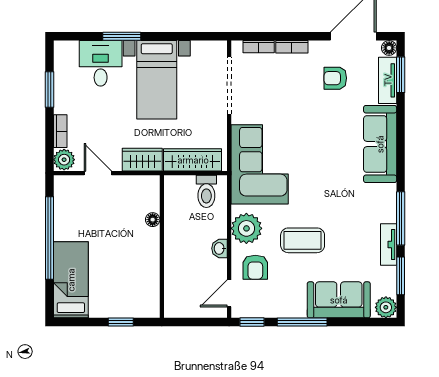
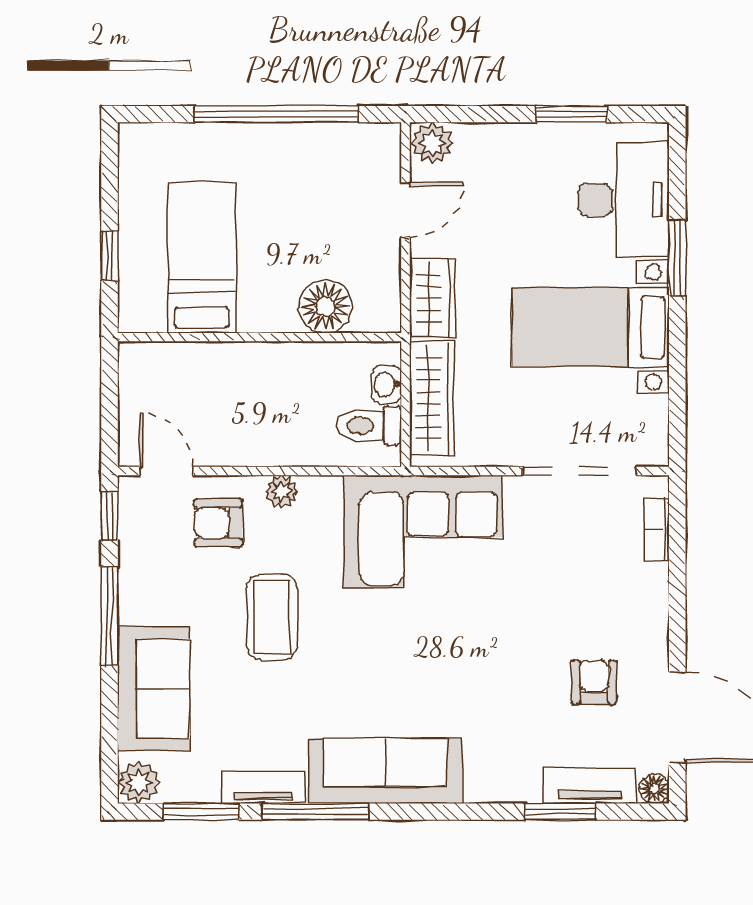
bookcase: (292, 47) -> (656, 596), removed
desk: (101, 63) -> (624, 200), width x1.37
window: (401, 75) -> (560, 812), moved
bookcase: (60, 131) -> (489, 135), removed
sofa: (380, 144) -> (385, 771), moved
floor lamp: (153, 220) -> (326, 307), width x1.89, depth x1.89
plant: (246, 228) -> (281, 491), width x0.53, depth x0.53
washbasin: (220, 248) -> (386, 384), moved, turned -90
bed: (71, 280) -> (201, 257), moved, turned -90

